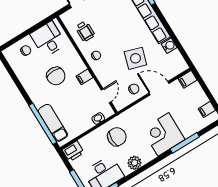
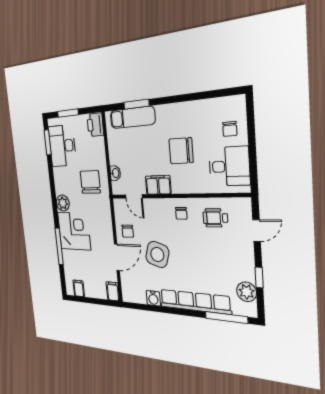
filing cabinet: (85, 77) -> (158, 185), width x2.00
window: (43, 124) -> (136, 104), width x0.47
chair: (117, 137) -> (90, 182), turned 180
plant: (134, 163) -> (63, 203), moved

